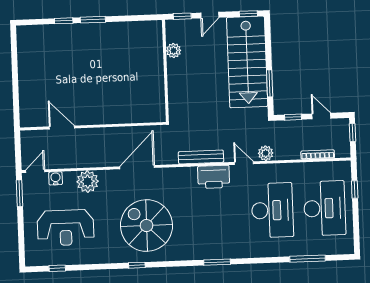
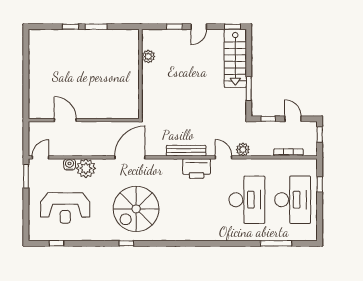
plant: (174, 51) -> (148, 56), moved
stairs: (247, 62) -> (235, 58), width x0.73, depth x0.66
wall: (165, 71) -> (140, 74), moved
water cooler: (56, 178) -> (70, 164), moved
spiral stairs: (146, 226) -> (136, 209), turned -90
window: (217, 262) -> (197, 243), removed

